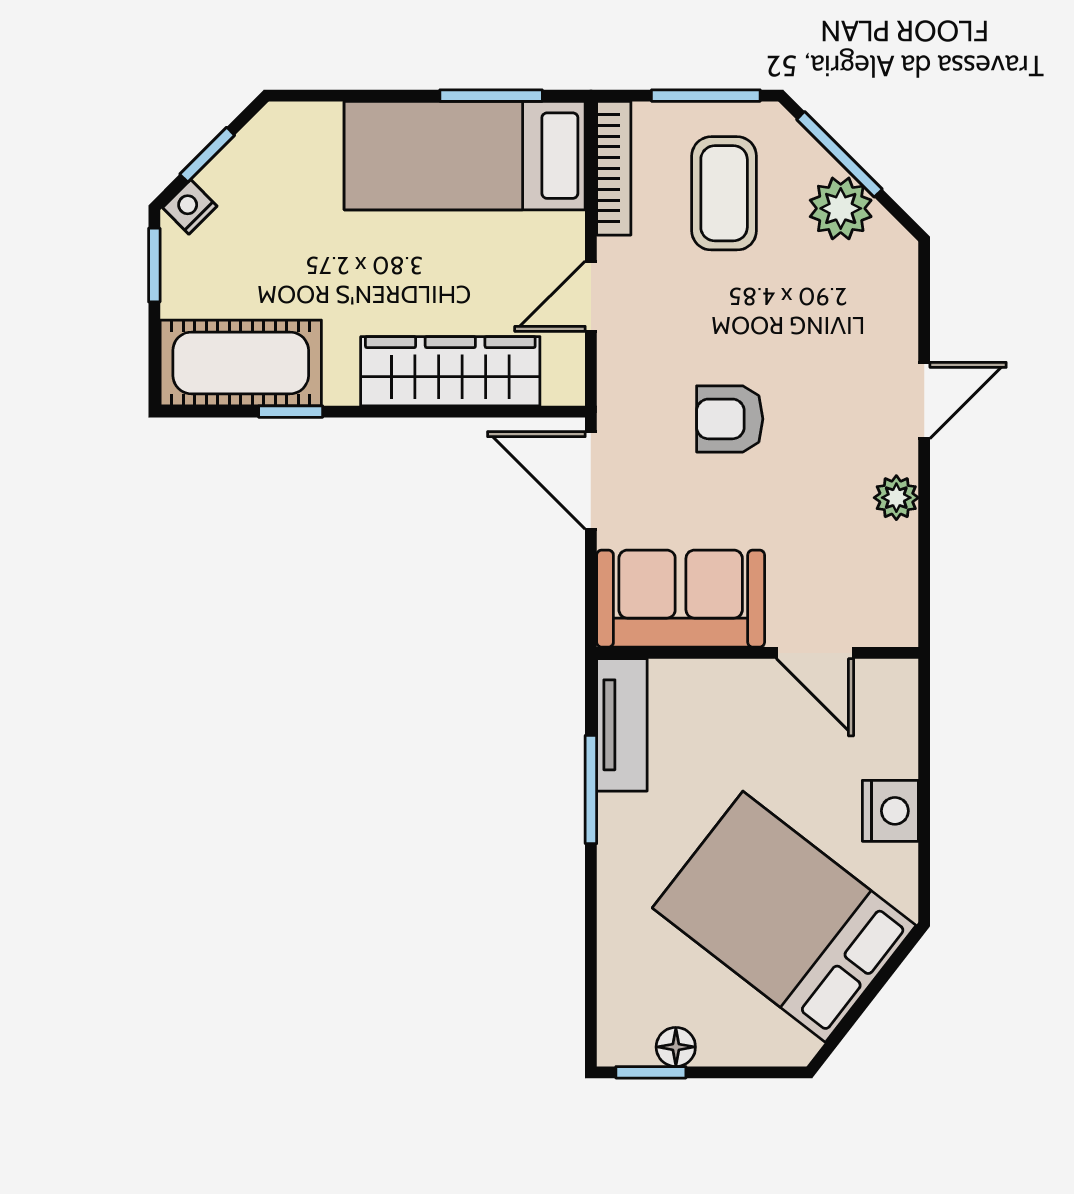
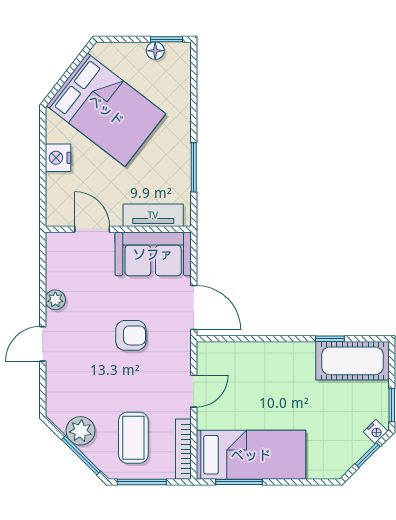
wardrobe: (450, 371) -> (257, 357), removed
tv unit: (622, 725) -> (153, 215), moved, turned 90

